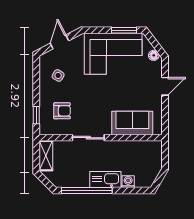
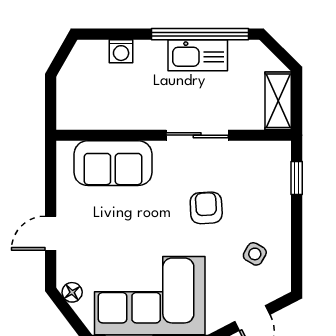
armchair: (62, 111) -> (206, 208), moved, turned 87
kitchen sink: (105, 180) -> (198, 55), moved

